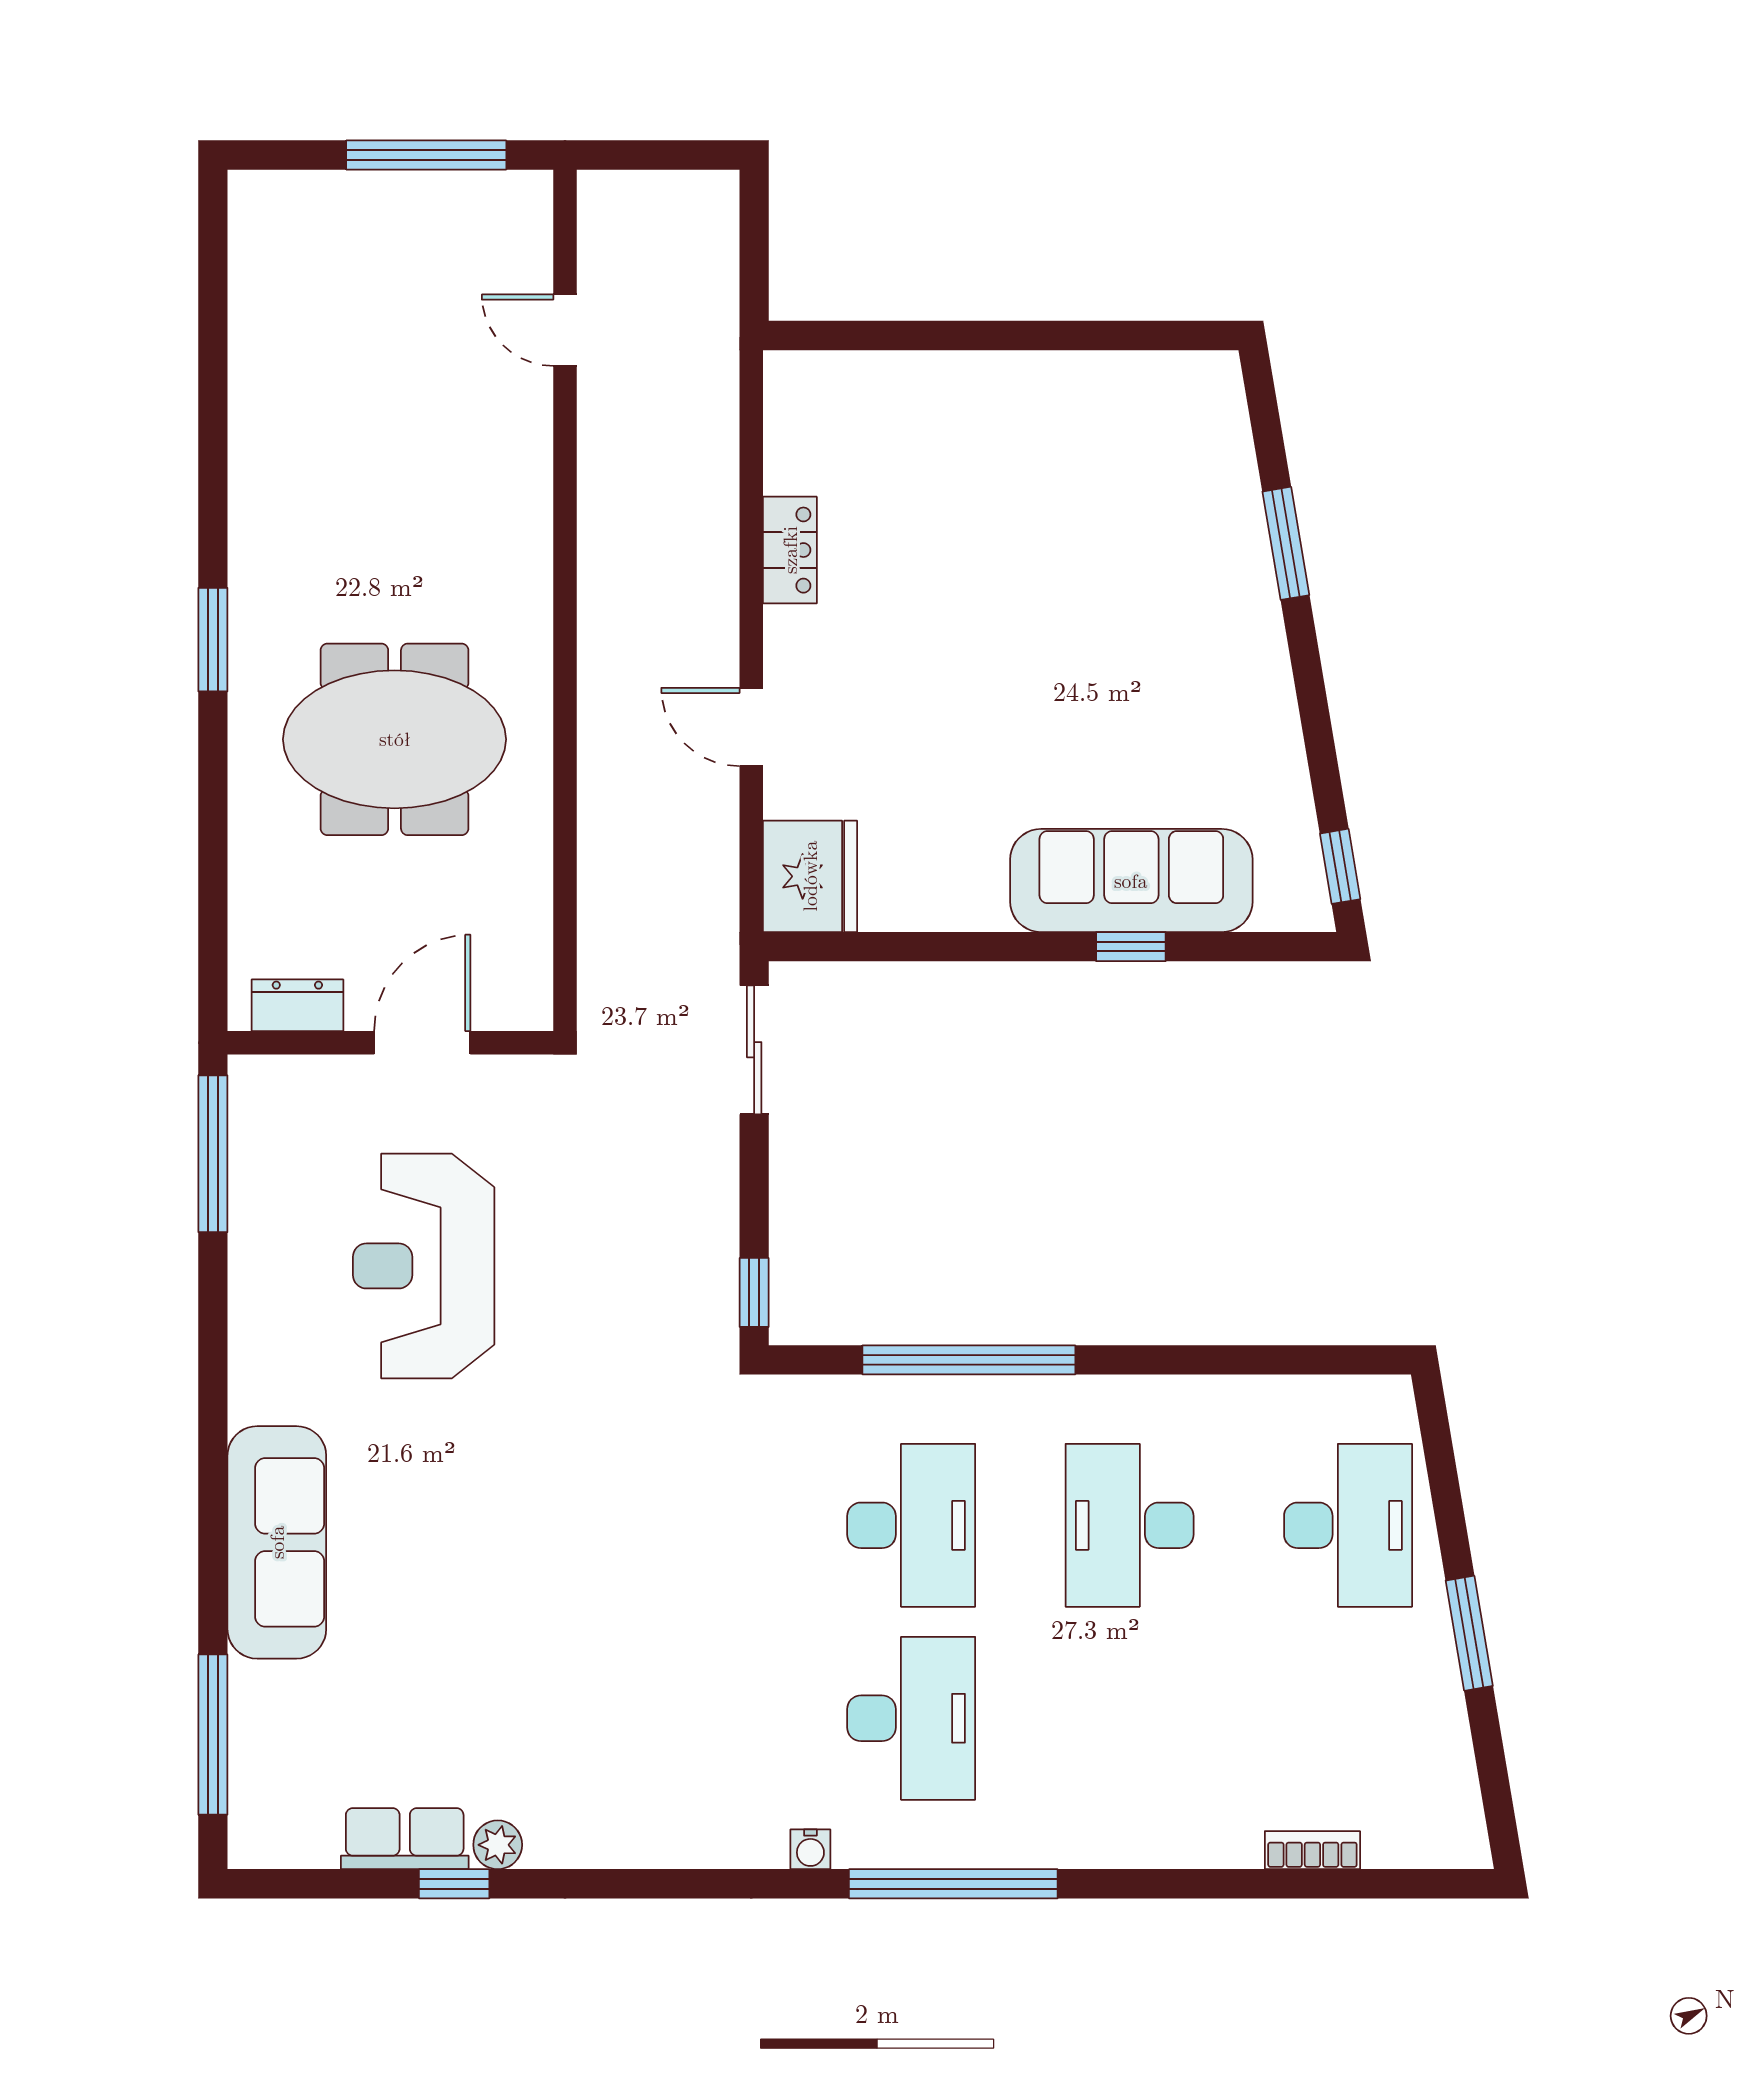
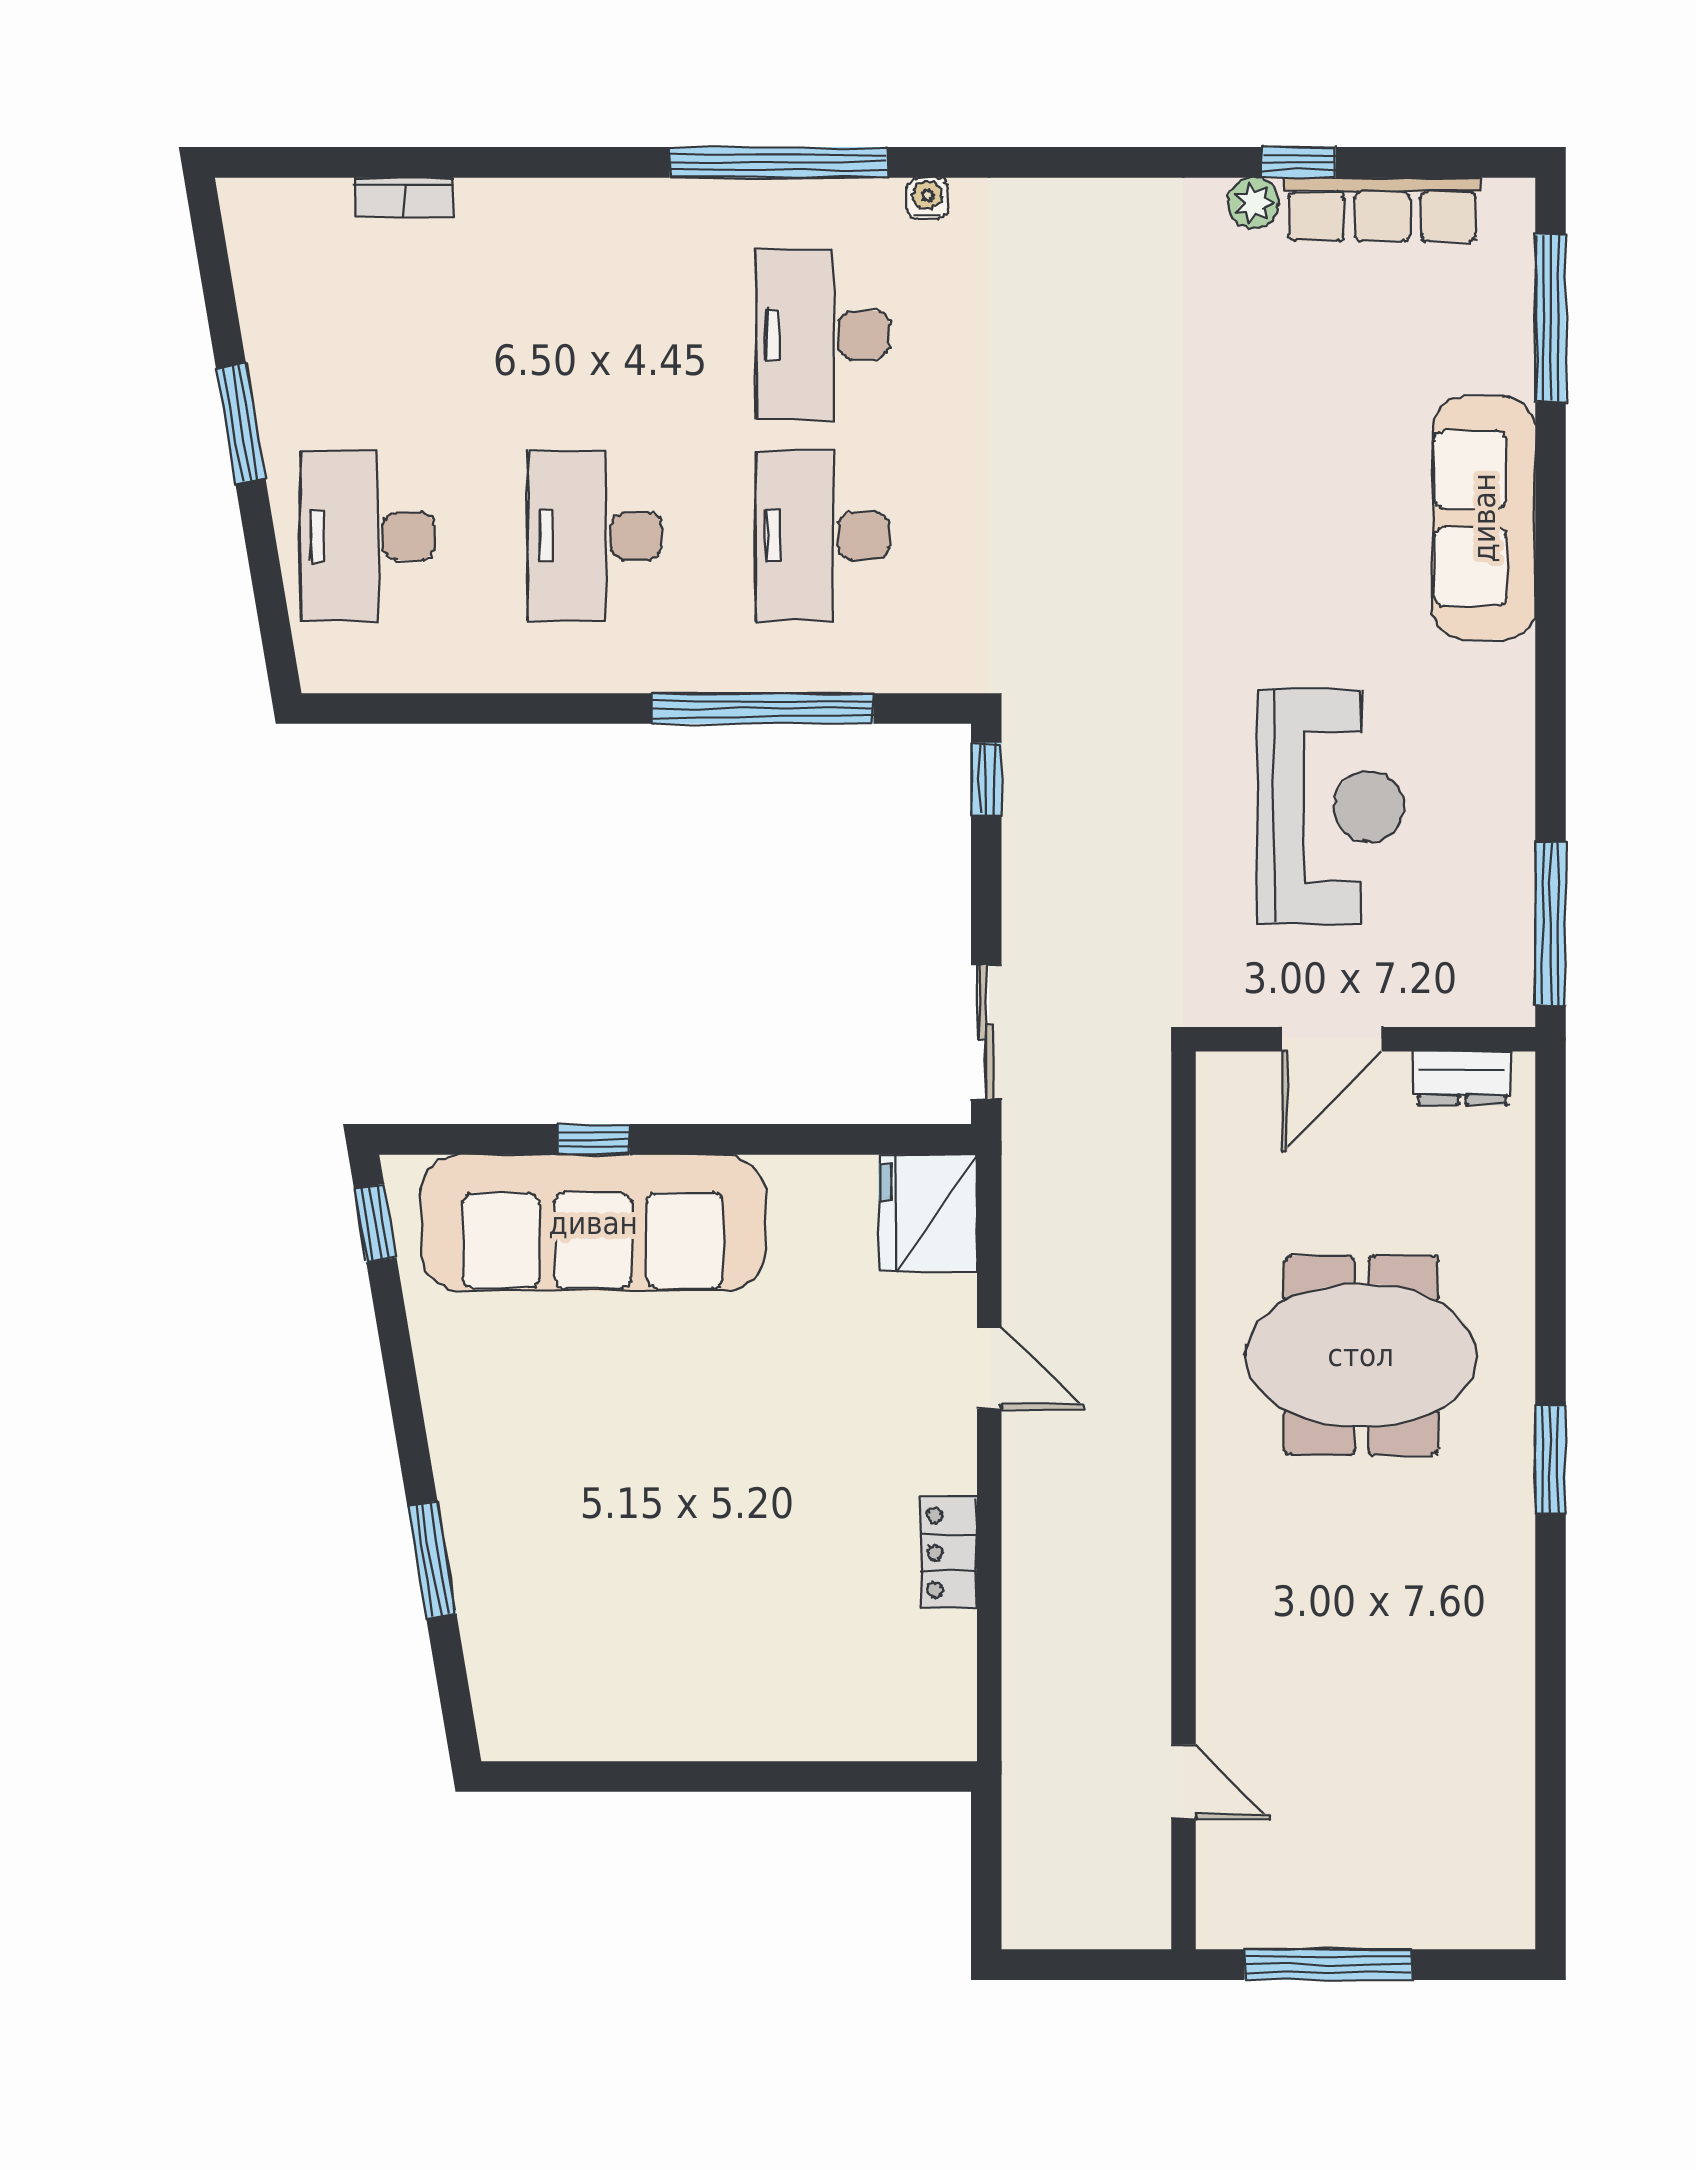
sofa: (1131, 881) -> (593, 1223), width x1.36, depth x1.27
desk: (1130, 1525) -> (595, 536), turned 180
row of seats: (405, 1839) -> (1382, 209), width x1.48

